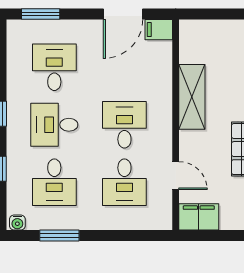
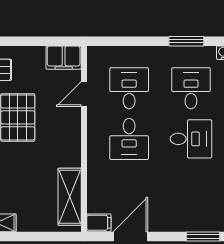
desk: (54, 67) -> (191, 190), removed
shelving: (192, 97) -> (70, 197), moved
door: (176, 176) -> (84, 94), hinge flipped

